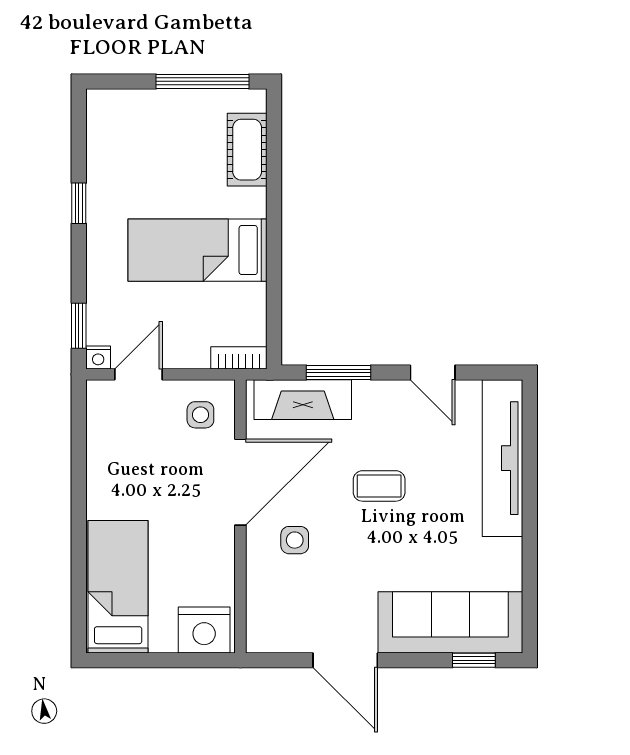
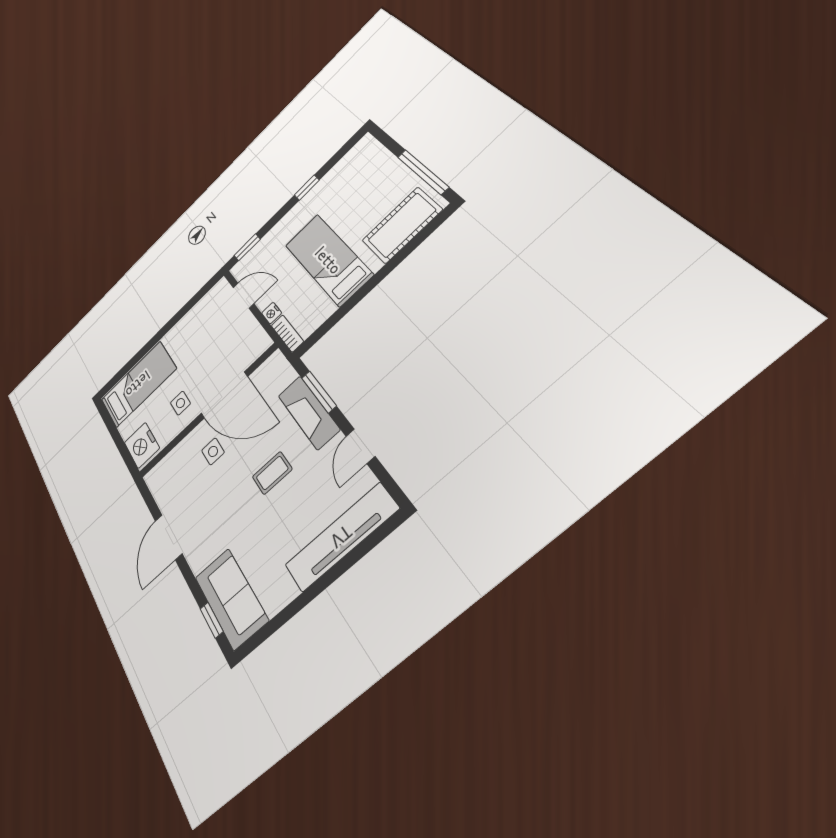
cot: (247, 150) -> (402, 225), width x1.37, depth x1.34
nightstand: (98, 357) -> (272, 313), moved
fireplace: (303, 400) -> (309, 412), moved
side table: (200, 415) -> (180, 403), moved
coffee table: (379, 486) -> (272, 473), turned 90
sofa: (450, 622) -> (231, 599), width x0.73

